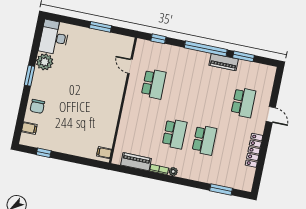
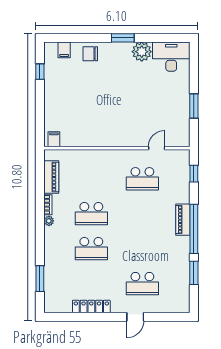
piano: (224, 62) -> (183, 220), moved

